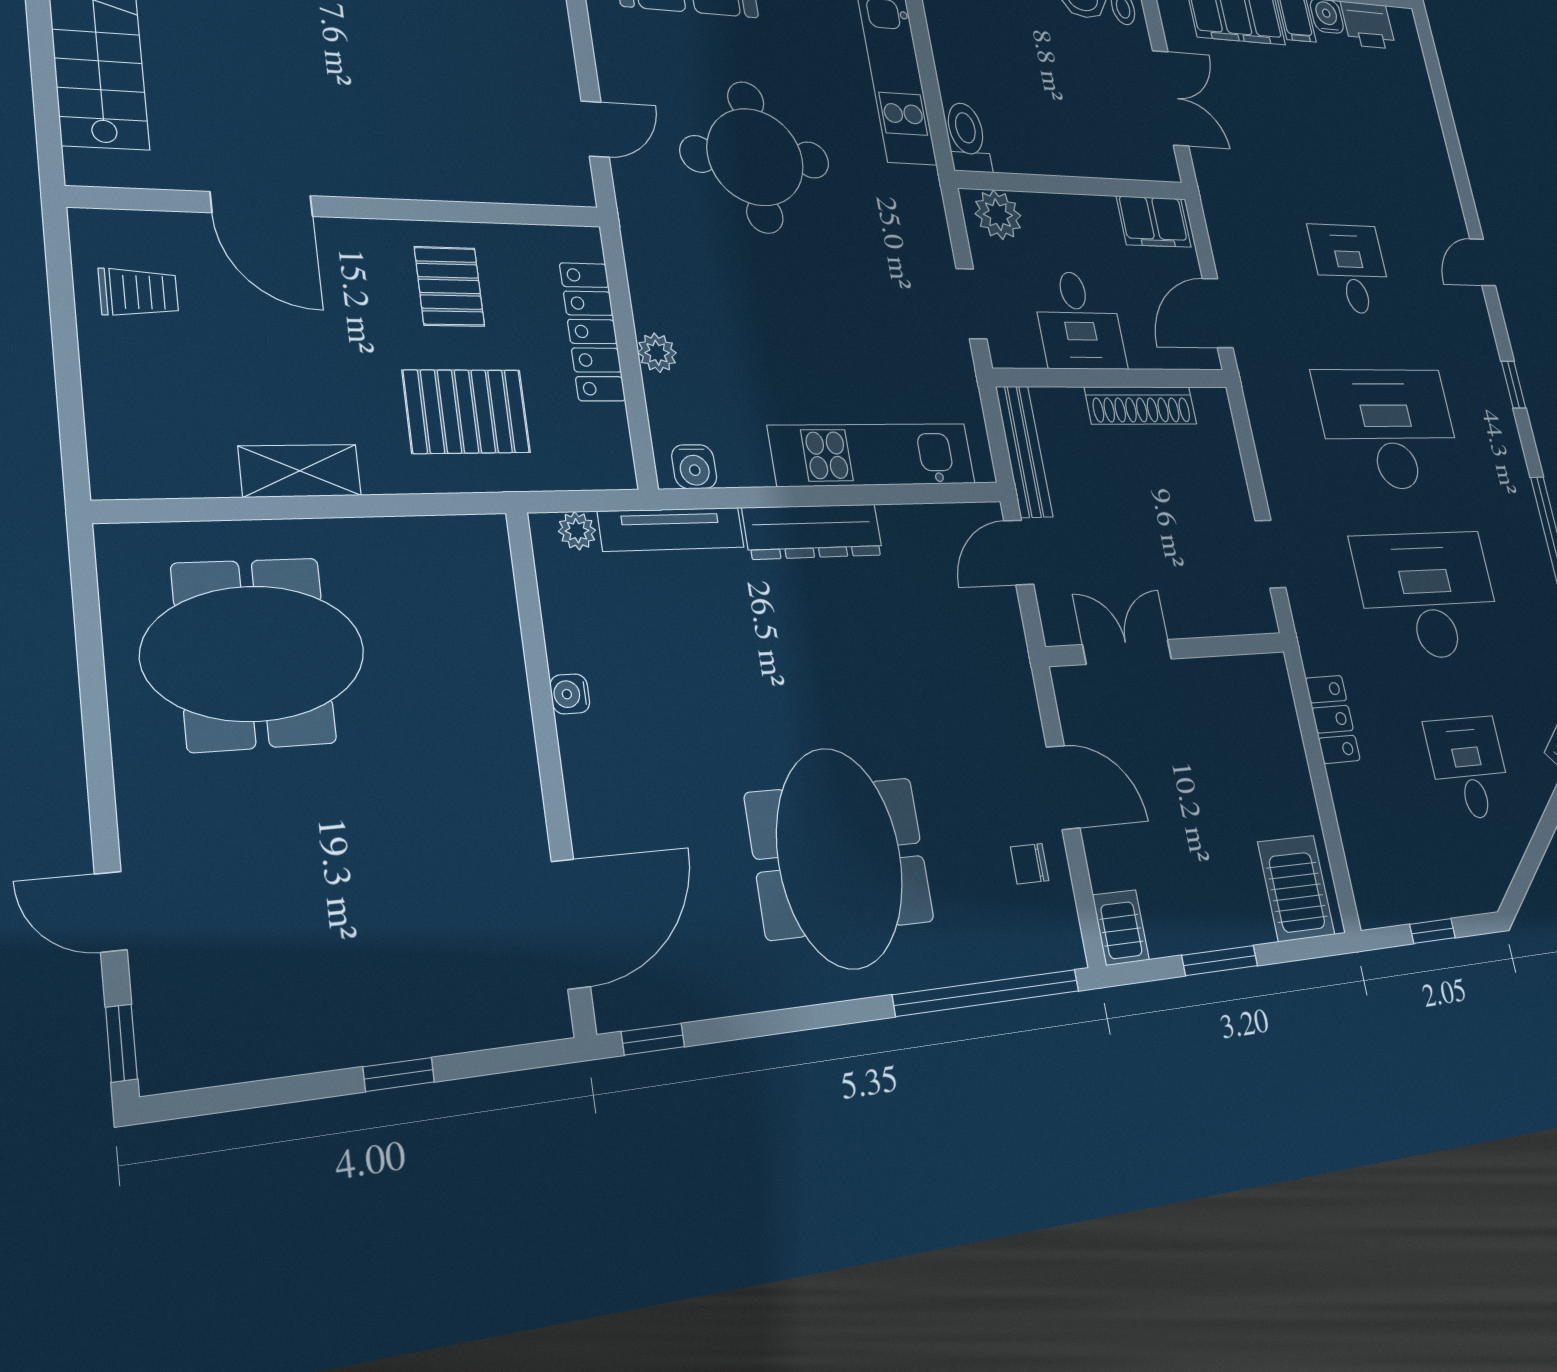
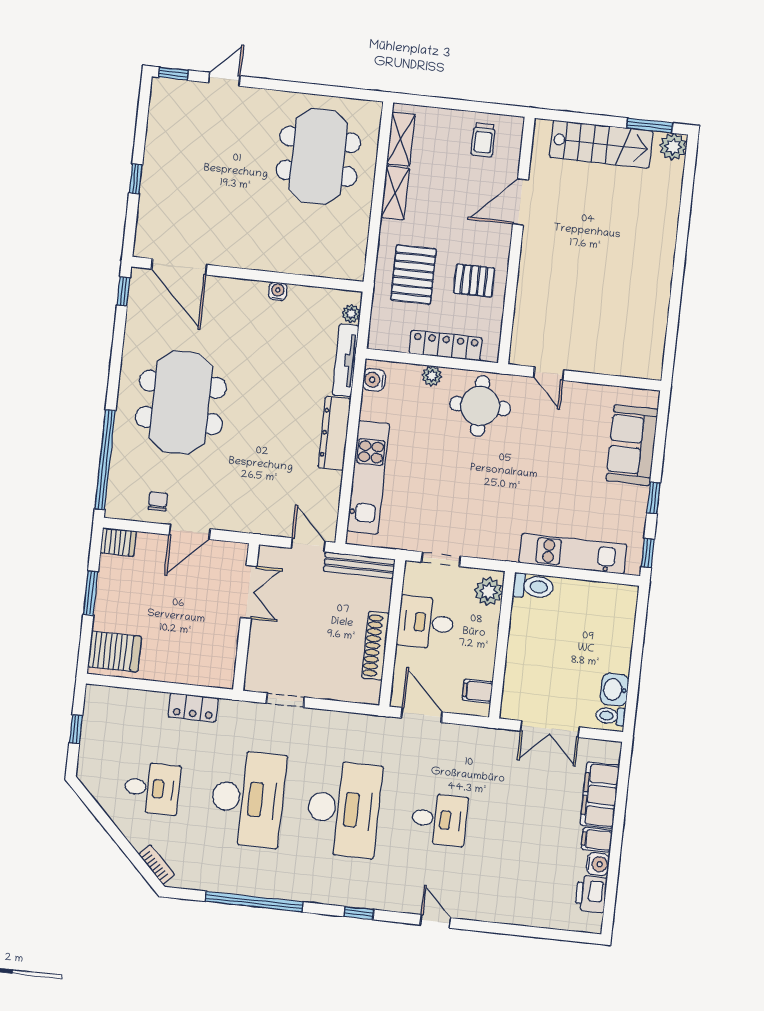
round table: (755, 157) -> (480, 406), moved, width x0.73, depth x0.73
filing cabinet: (1154, 222) -> (478, 691), width x0.50
shelving: (174, 473) -> (401, 139), added
meeting table: (840, 858) -> (181, 402), turned 90

